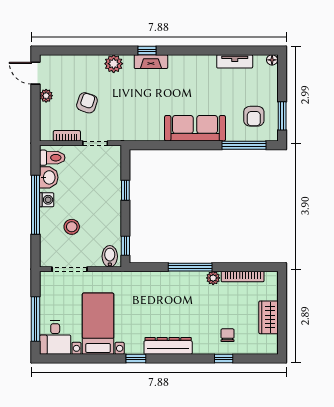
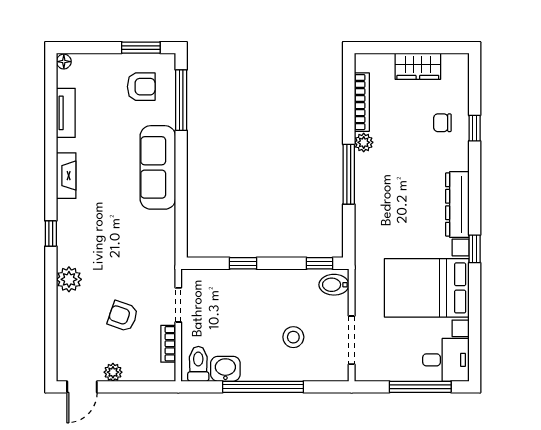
fireplace: (151, 62) -> (66, 176), moved
washing machine: (47, 200) -> (256, 372), removed
bed with nightstands: (98, 324) -> (427, 288), width x1.36

